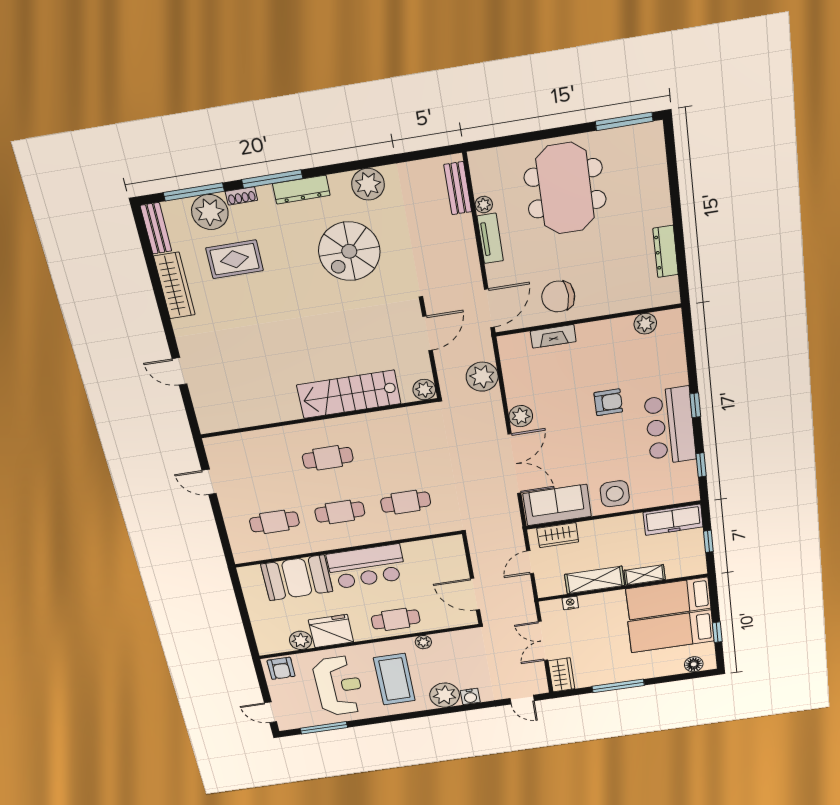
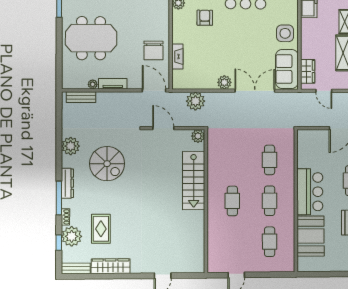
window: (194, 192) -> (59, 243), width x0.46
armchair: (608, 402) -> (205, 18), moved

